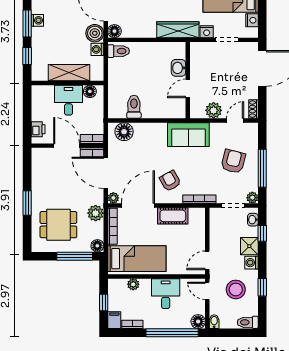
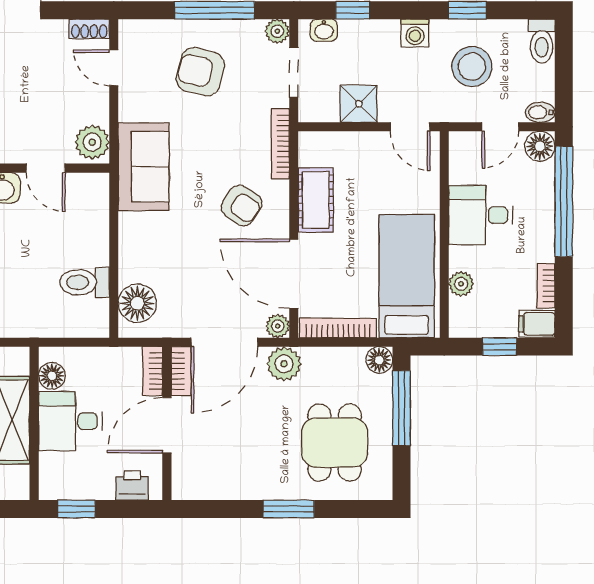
window: (27, 103) -> (76, 509), added
plant: (214, 110) -> (92, 142), moved
armchair: (170, 181) -> (242, 205), turned -117
plant: (96, 213) -> (284, 364), moved
shower: (249, 246) -> (359, 104), moved
door: (207, 291) -> (500, 127), moved

